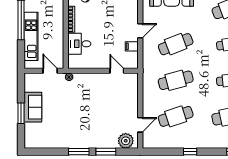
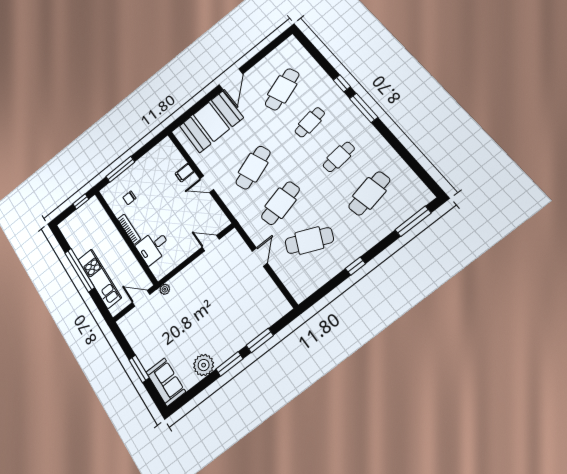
door: (140, 31) -> (207, 184), swing flipped
filing cabinet: (132, 46) -> (185, 173), moved
sofa: (33, 107) -> (166, 382), moved
cafe table: (176, 116) -> (309, 241), turned 42
door: (140, 125) -> (260, 257), moved
plant: (126, 141) -> (204, 365), moved

